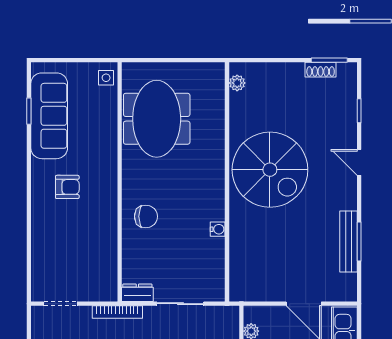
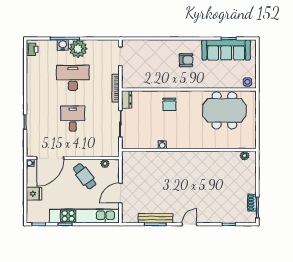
door: (359, 162) -> (189, 224), moved
spiral stairs: (270, 170) -> (196, 174), removed
armchair: (67, 187) -> (186, 60), turned -90

